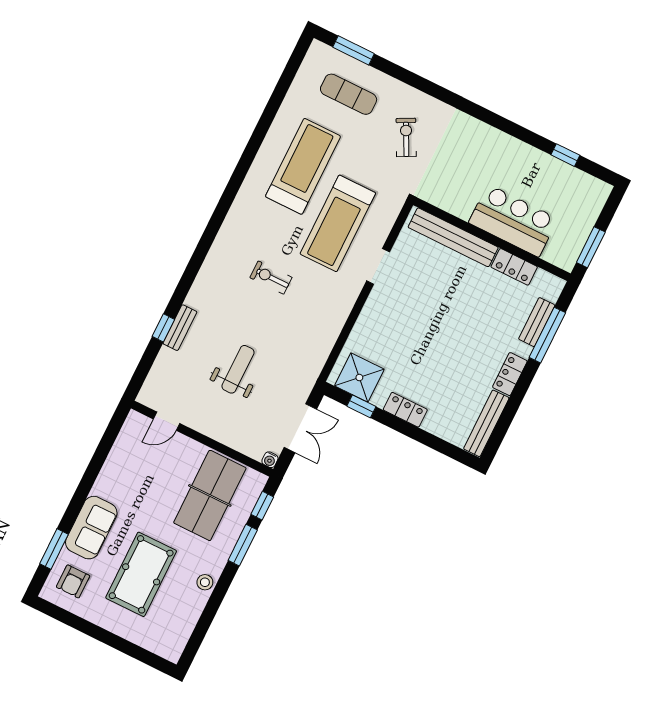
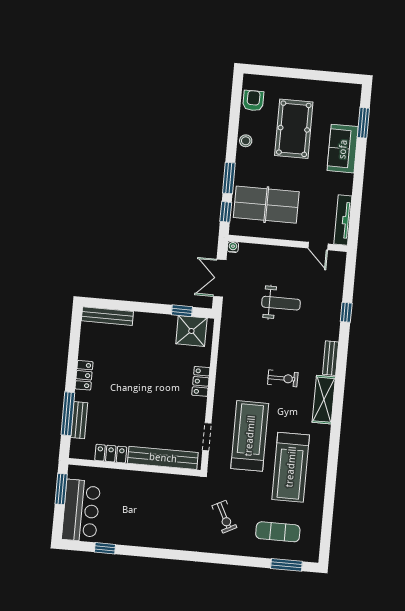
bar counter: (513, 221) -> (81, 511), moved, turned -90
shelving: (231, 233) -> (324, 400), added
doorway: (378, 266) -> (207, 437), moved
bench: (180, 328) -> (331, 358), moved
weight bench: (238, 369) -> (281, 303), turned -90
locker: (405, 410) -> (201, 381), moved, turned 90
door: (167, 421) -> (318, 246), swing flipped
bench: (486, 423) -> (107, 316), moved, turned 90
tv unit: (124, 441) -> (343, 220), added
table tennis table: (210, 495) -> (266, 205), turned 90
armchair: (73, 581) -> (253, 101), moved

